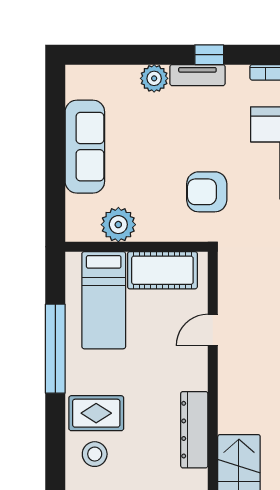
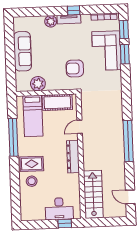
dresser: (194, 430) -> (73, 157), moved

